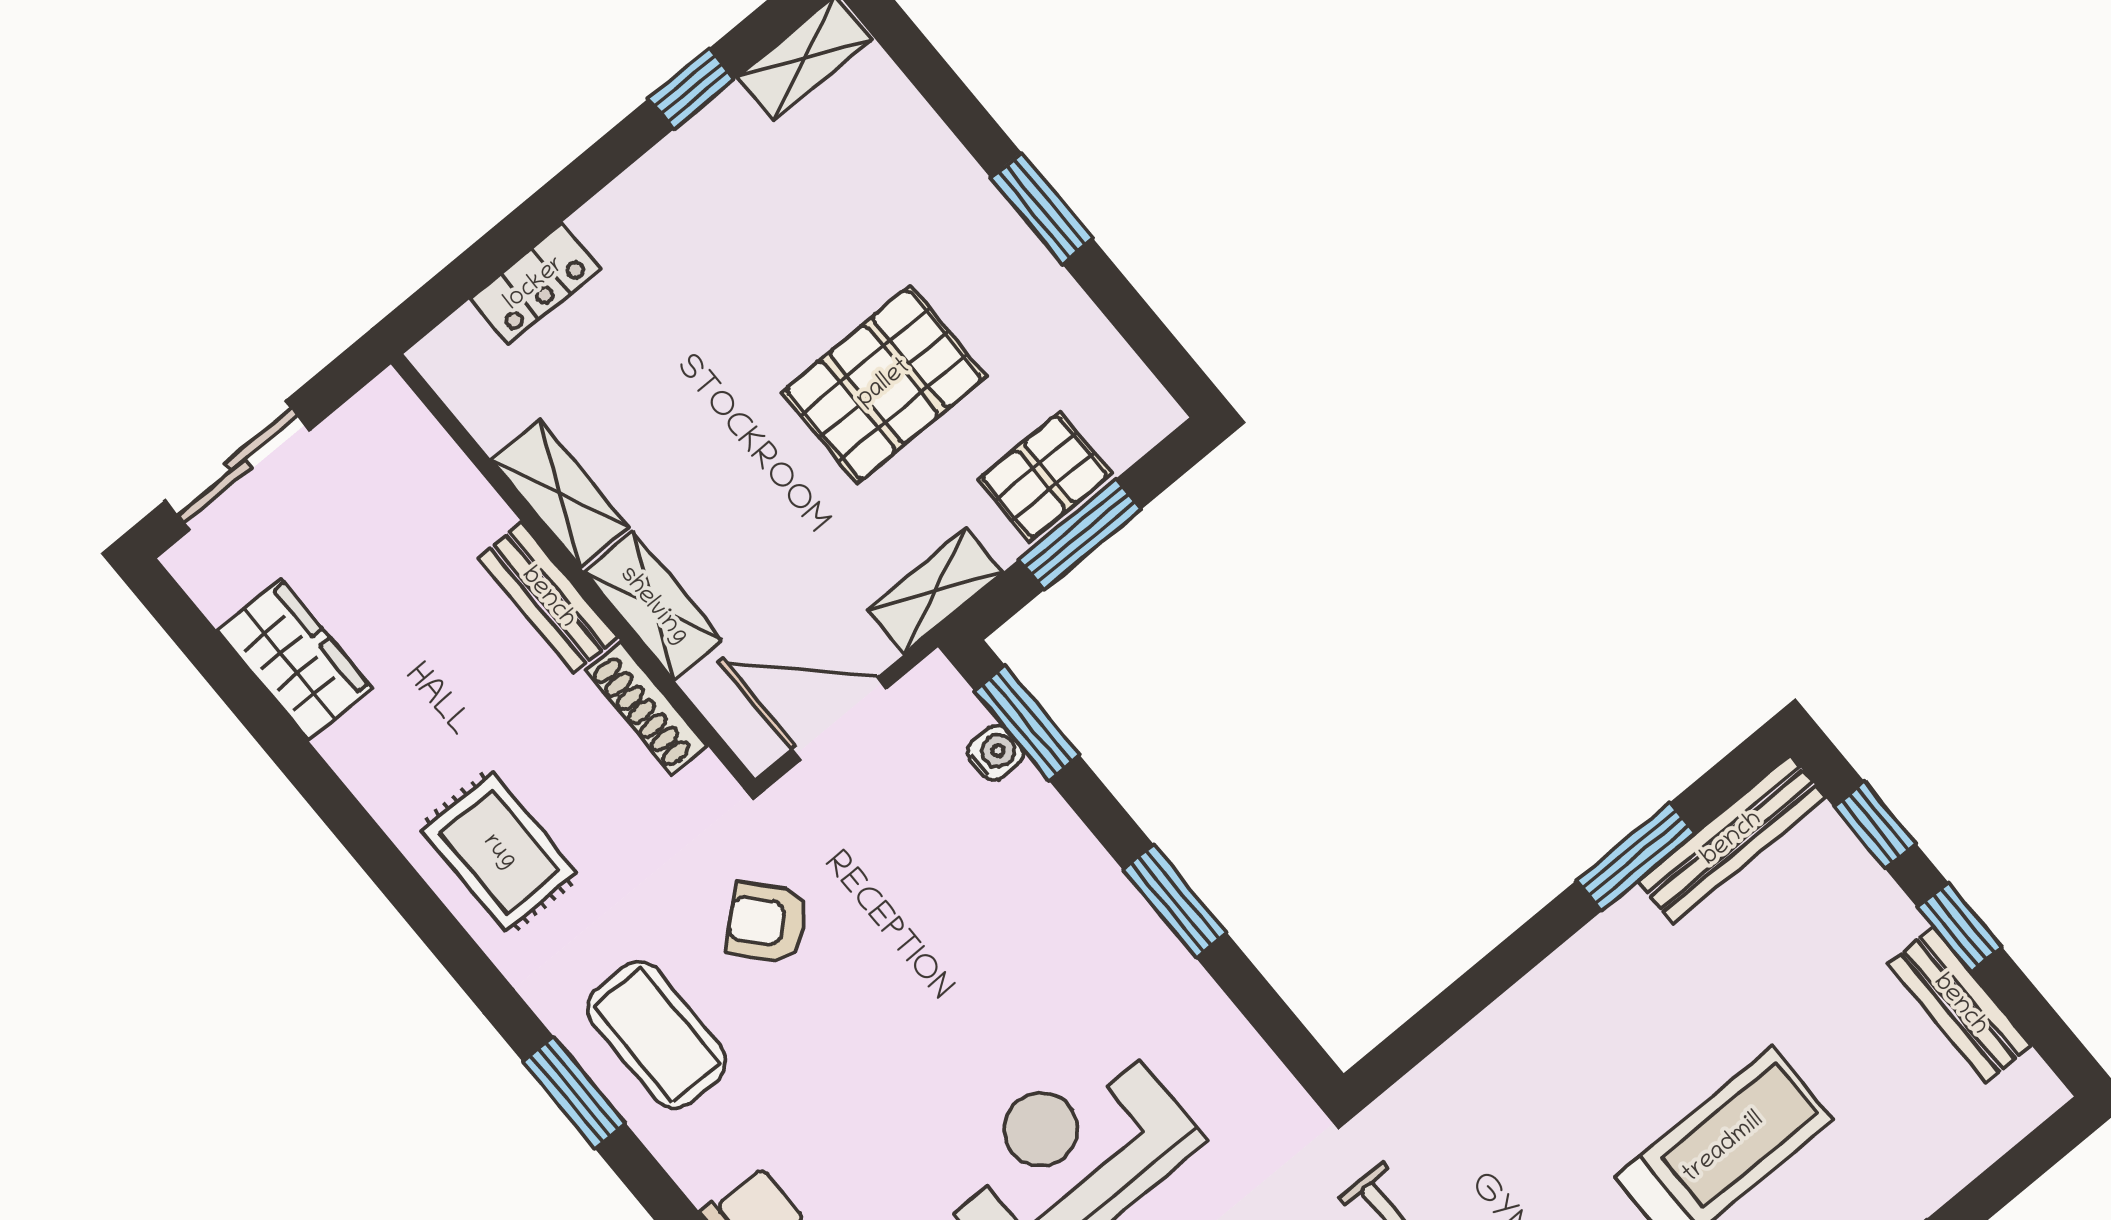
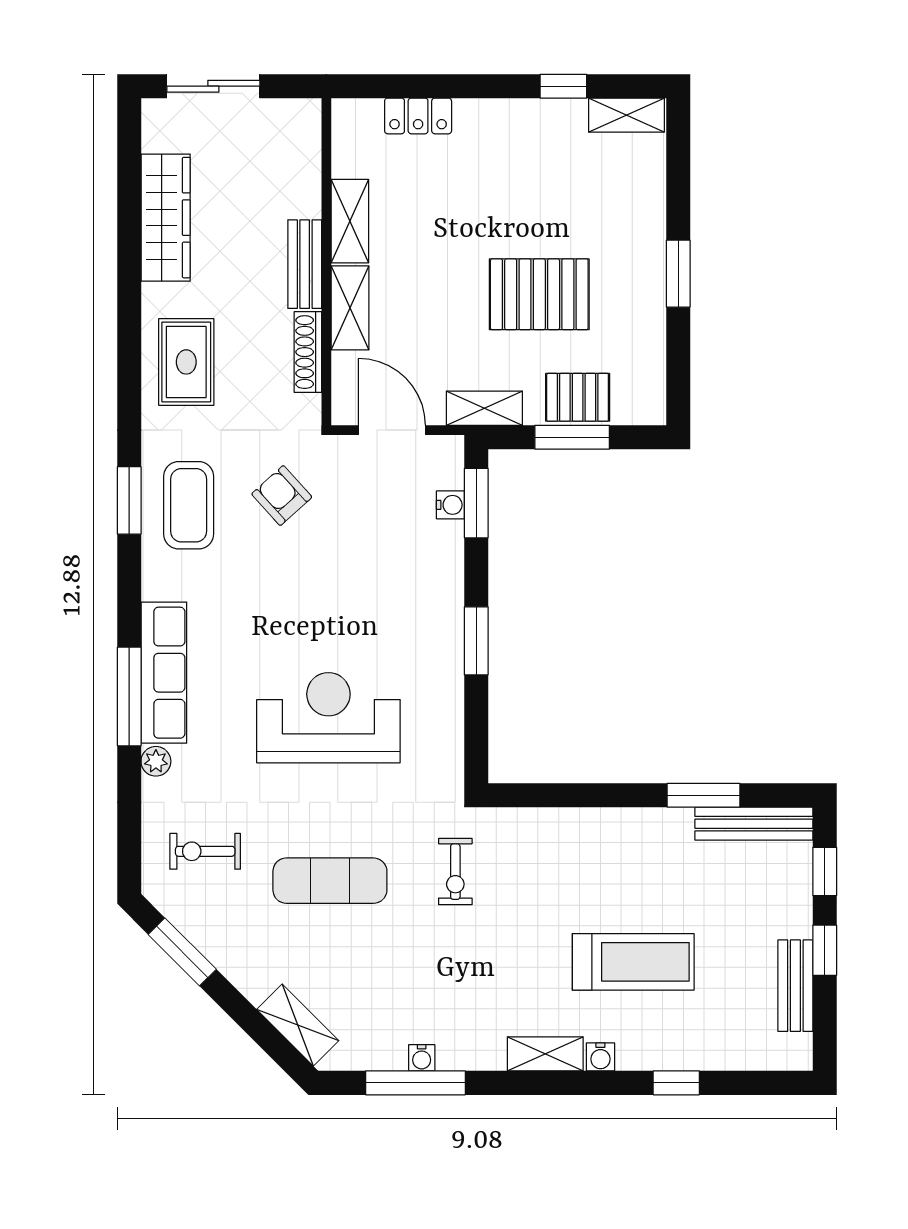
wardrobe: (294, 659) -> (166, 218), width x1.50

